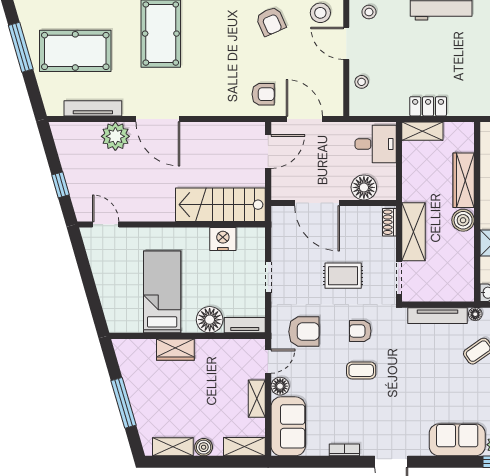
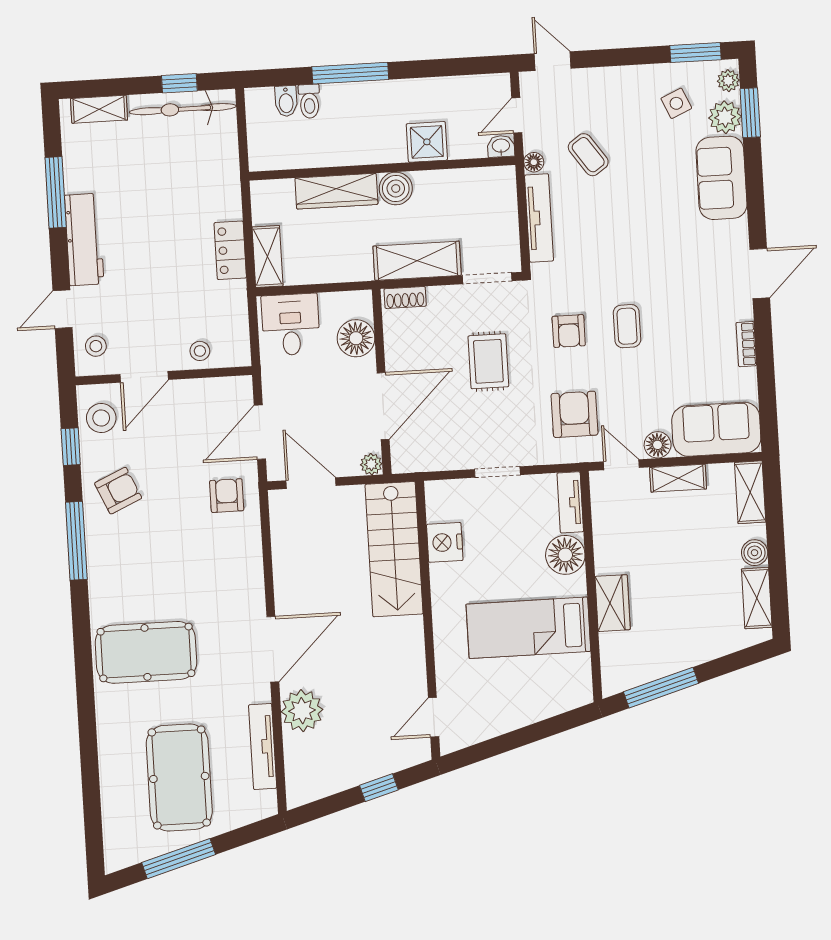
plant: (278, 193) -> (371, 464), added
window: (123, 403) -> (661, 688), moved

